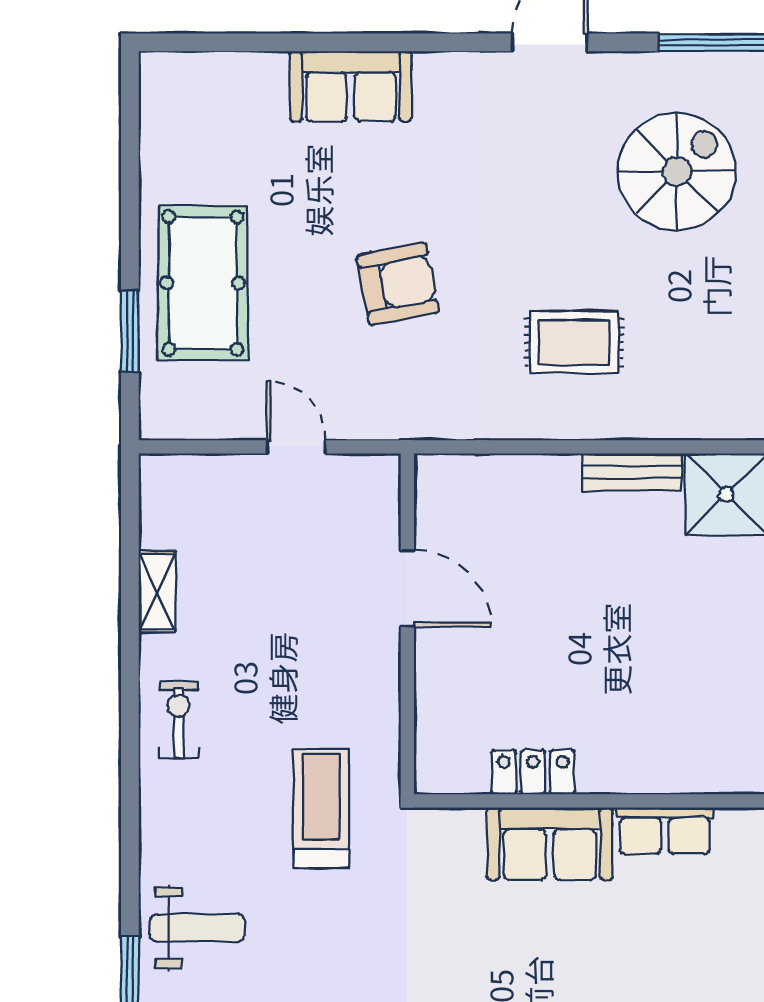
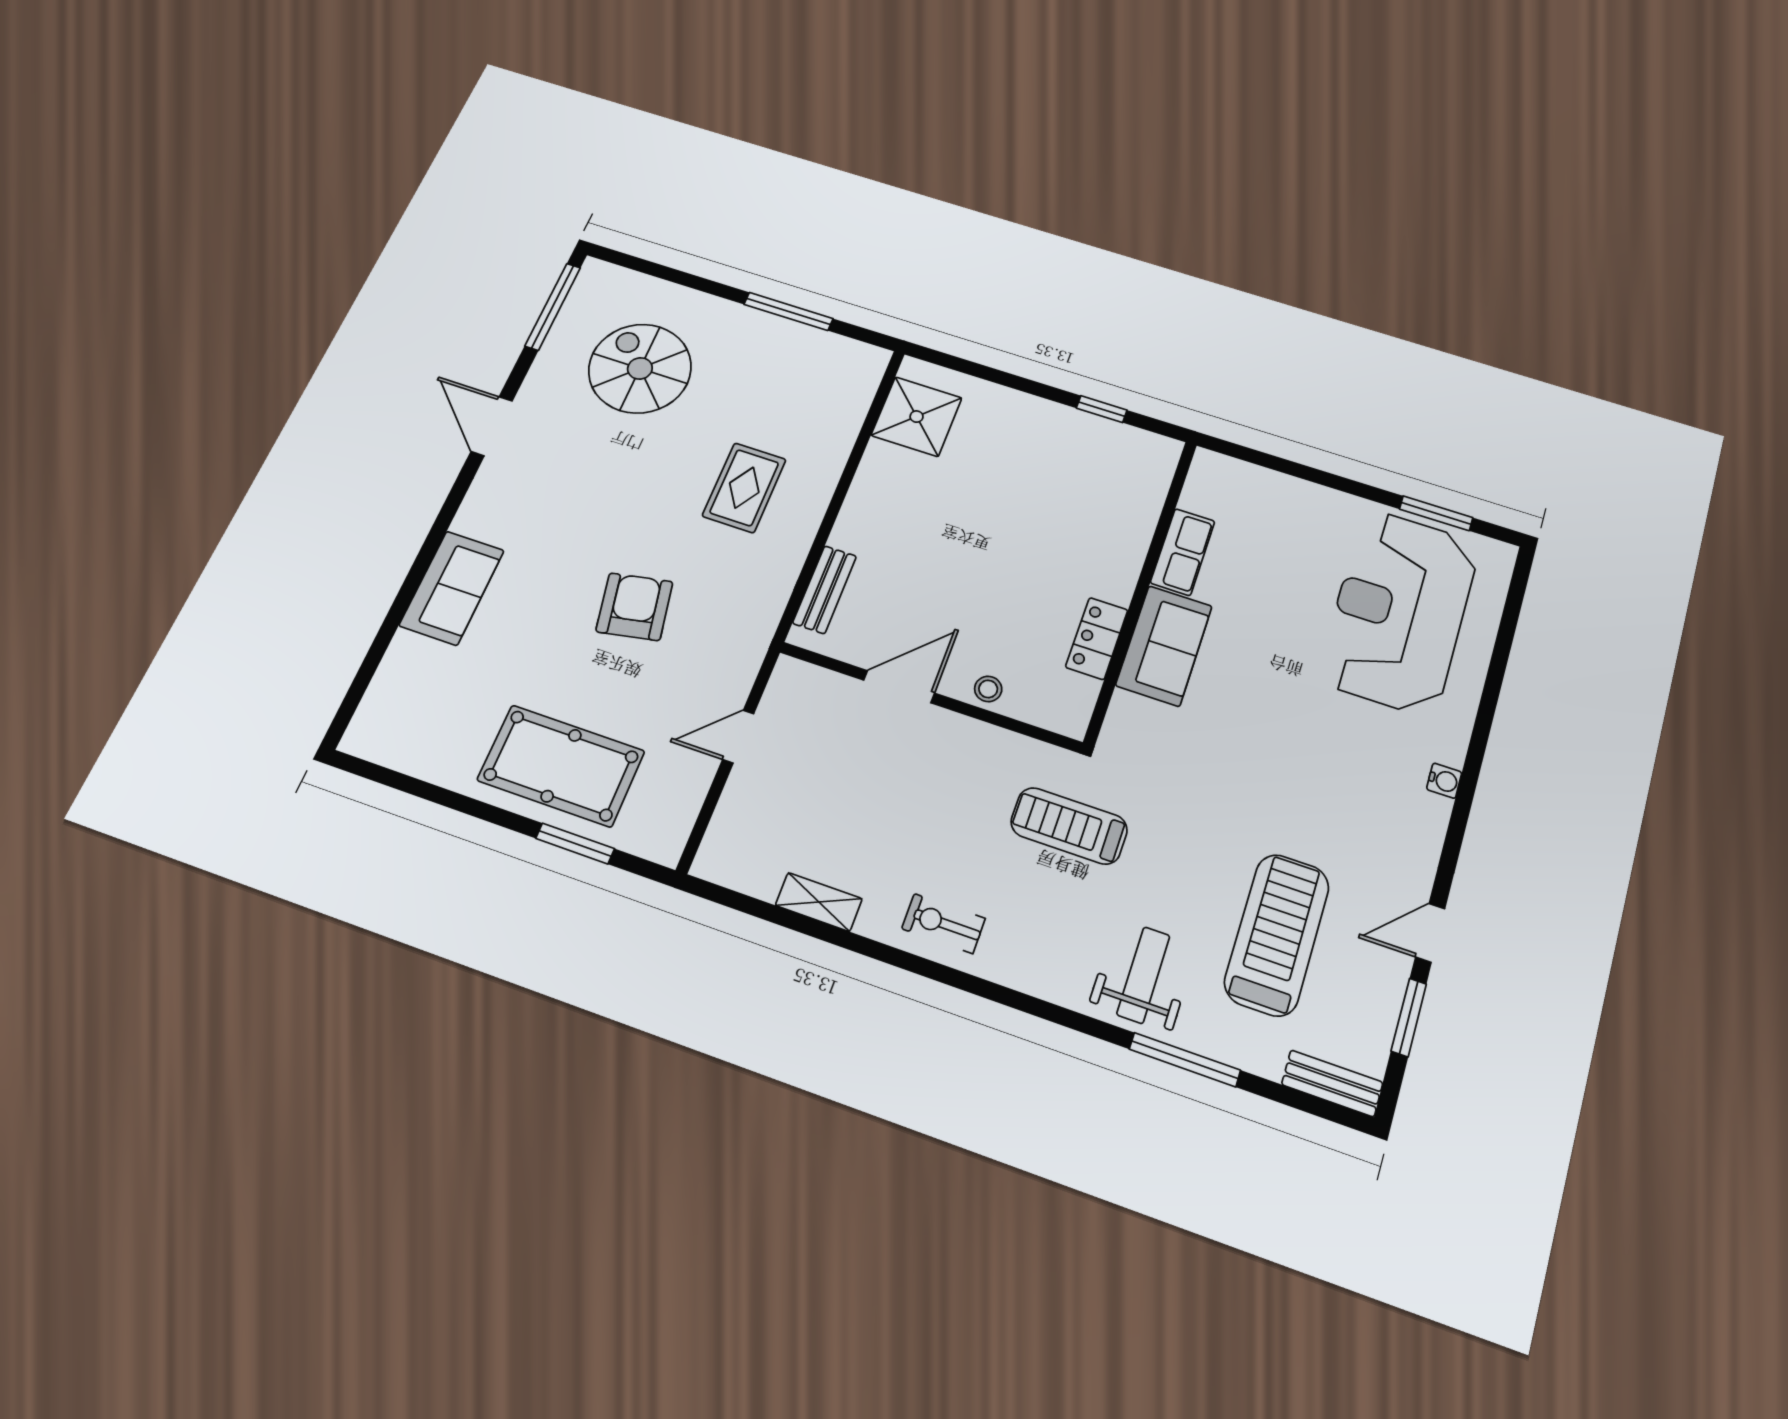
bench: (632, 472) -> (825, 590), moved
stool: (437, 680) -> (988, 689), added

